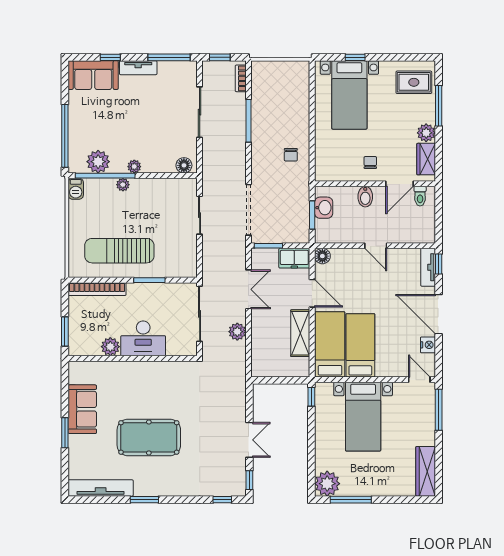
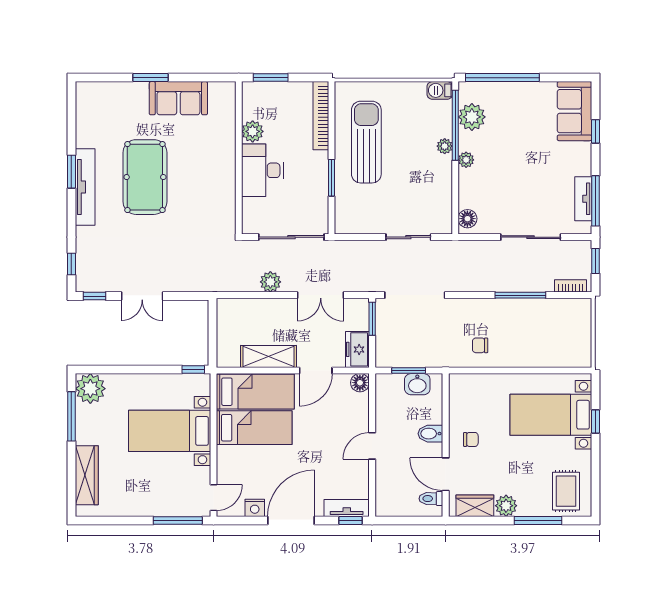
tv unit: (138, 68) -> (583, 199), moved
wardrobe: (426, 471) -> (87, 475), moved, turned 90
tv unit: (101, 488) -> (85, 187), moved

